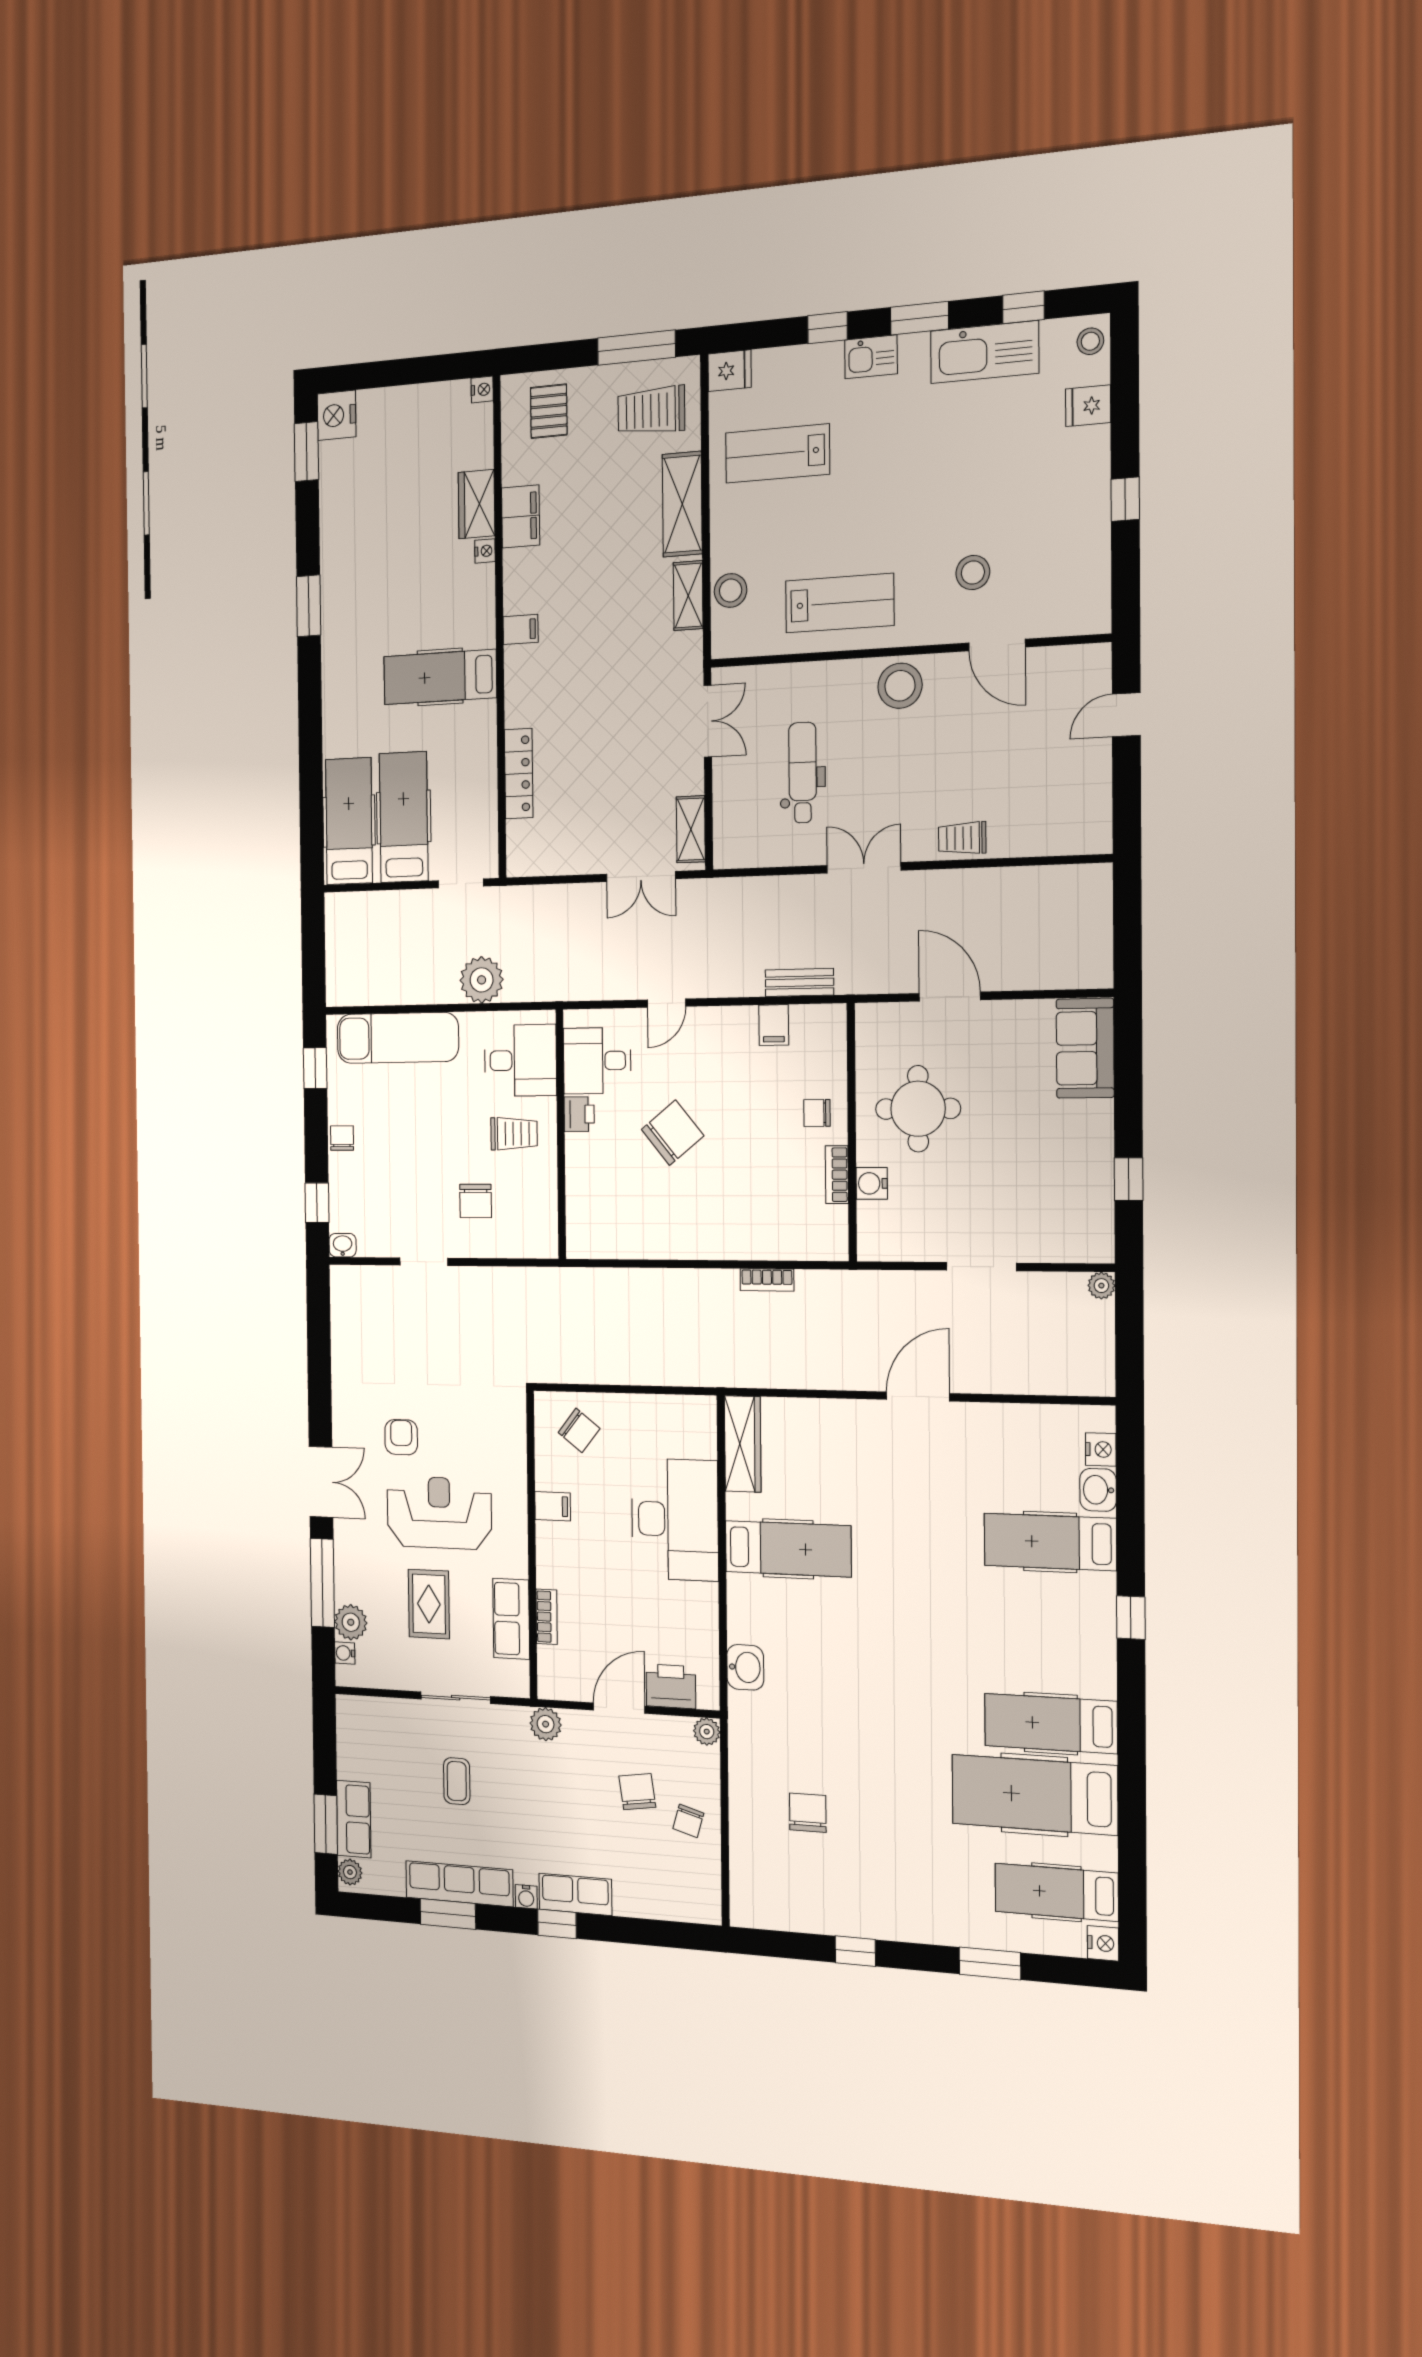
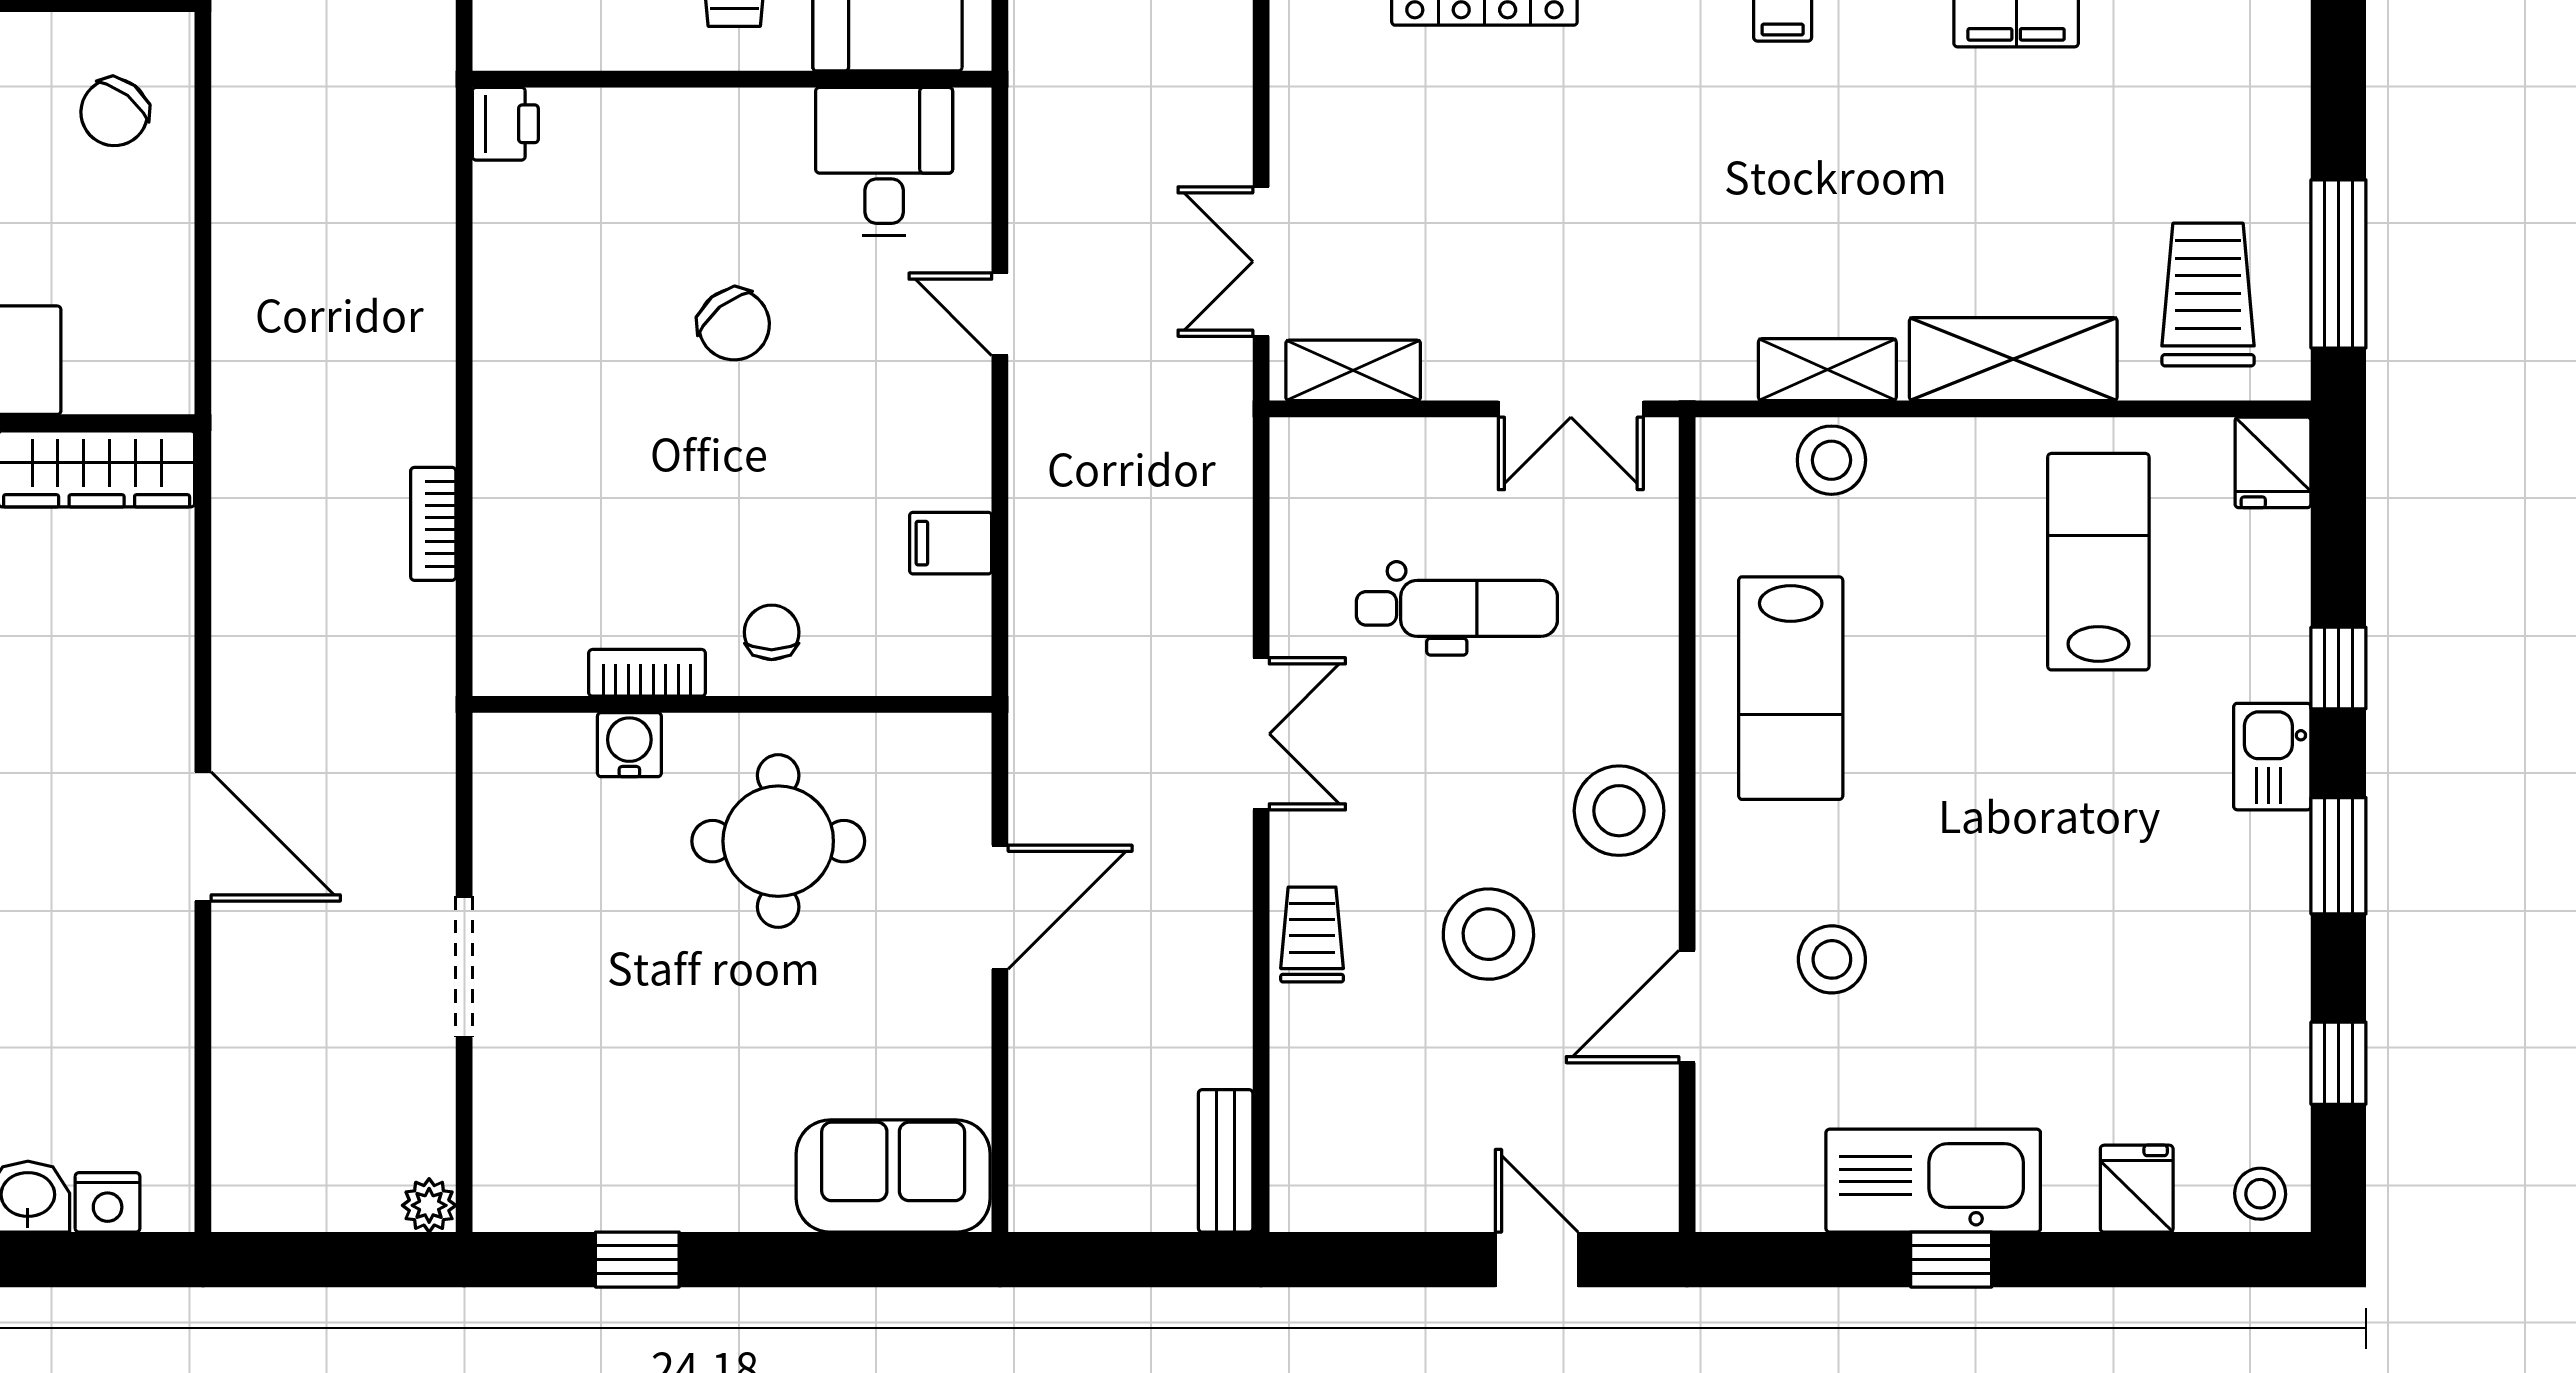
kitchen sink: (984, 352) -> (1933, 1181), moved, turned 90
pallet: (549, 411) -> (2227, 71), removed
stool: (961, 748) -> (1488, 934), added
bench: (799, 982) -> (1226, 1161), moved
printer: (579, 1114) -> (505, 124), moved, turned -90
chair: (673, 1133) -> (734, 325), width x0.73, depth x0.73

